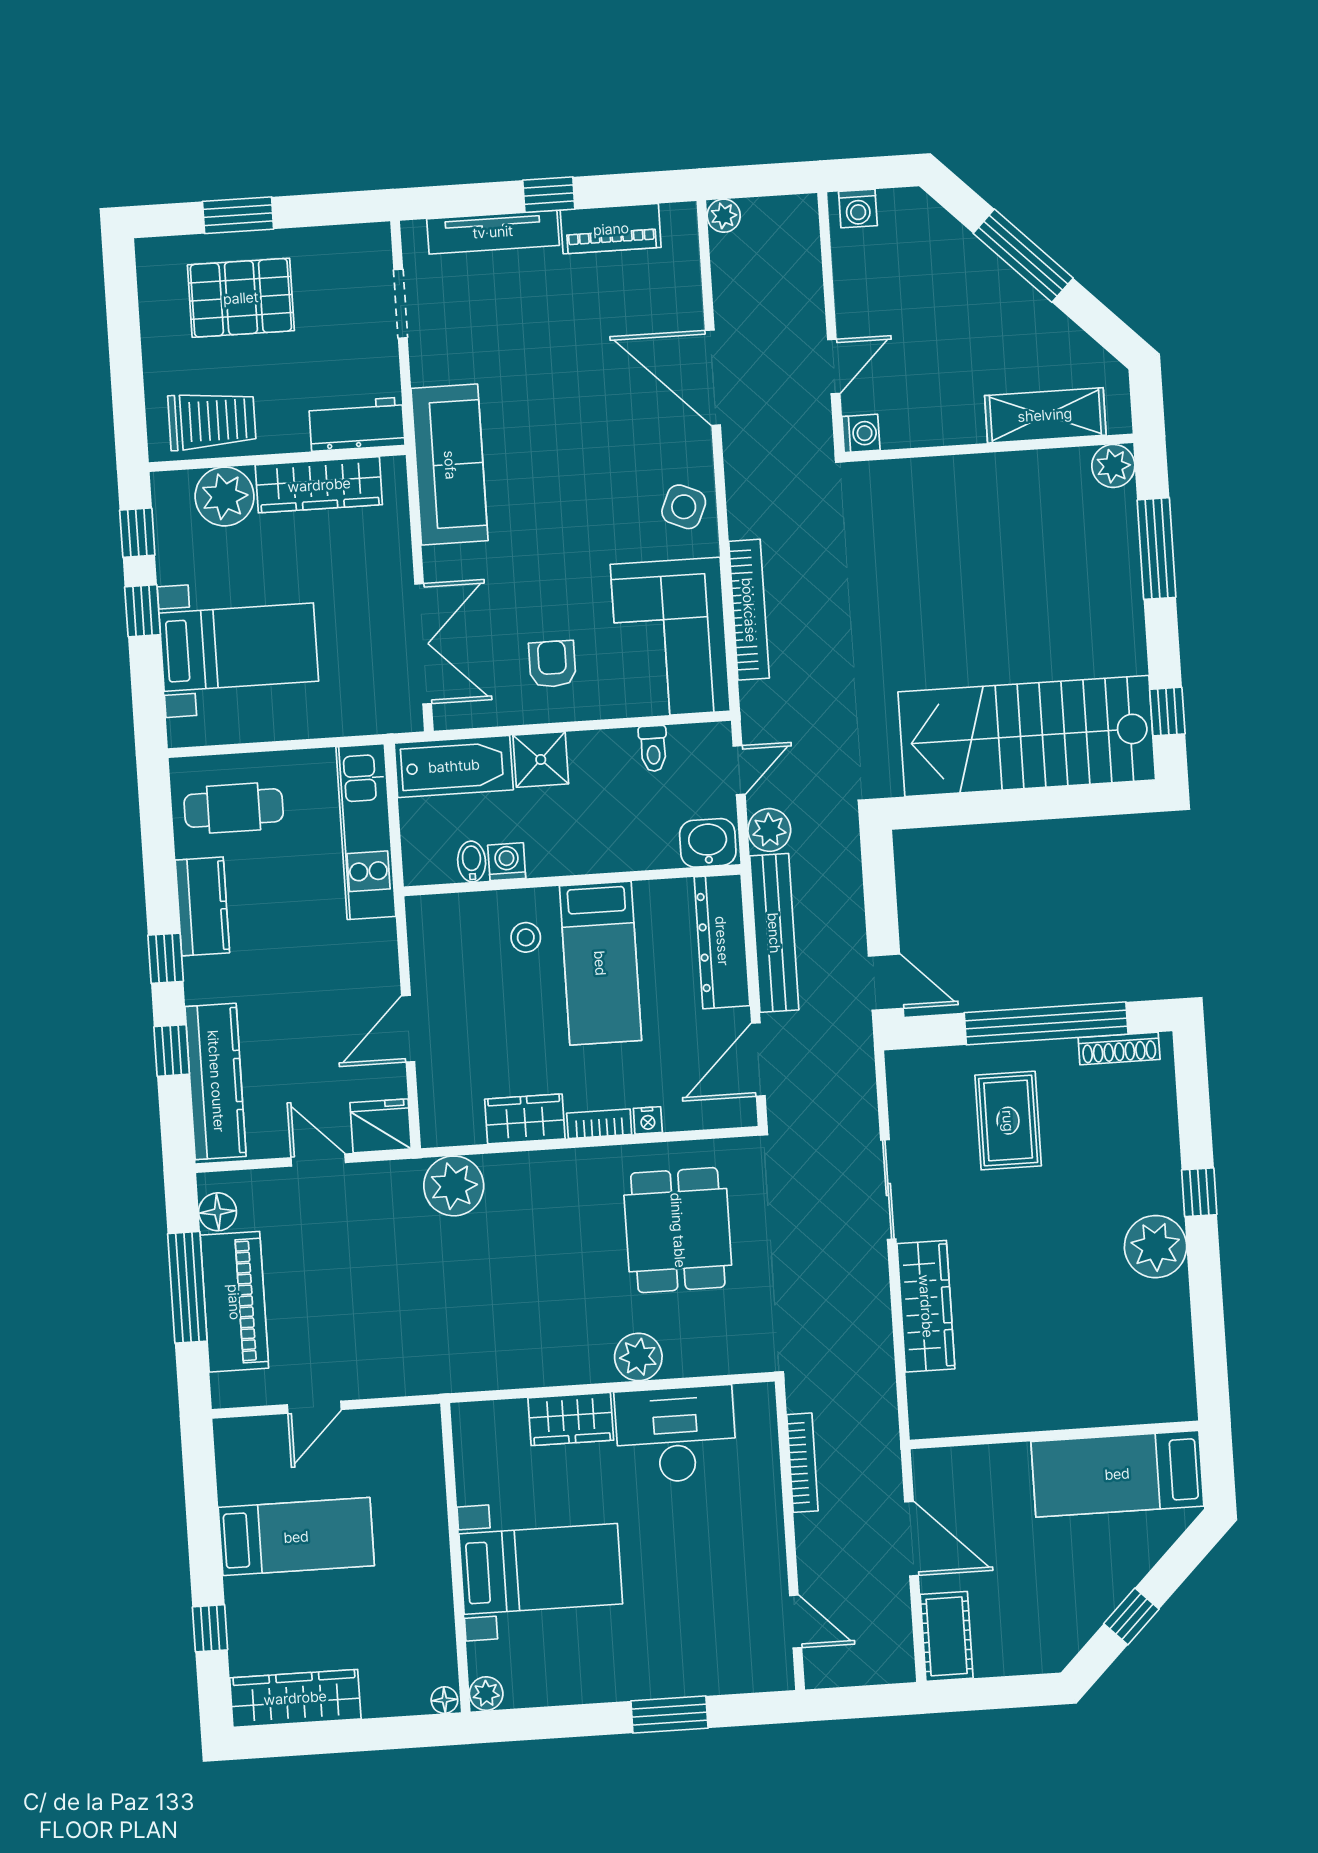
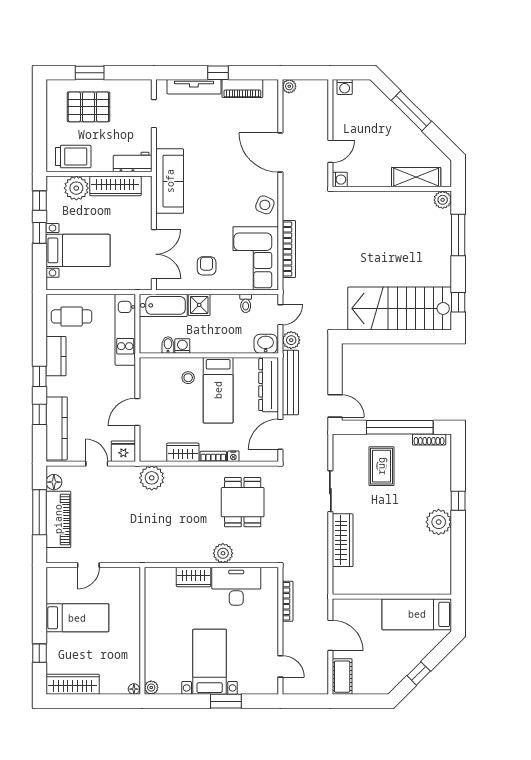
bed with nightstands: (541, 1569) -> (210, 662), moved, turned -90

